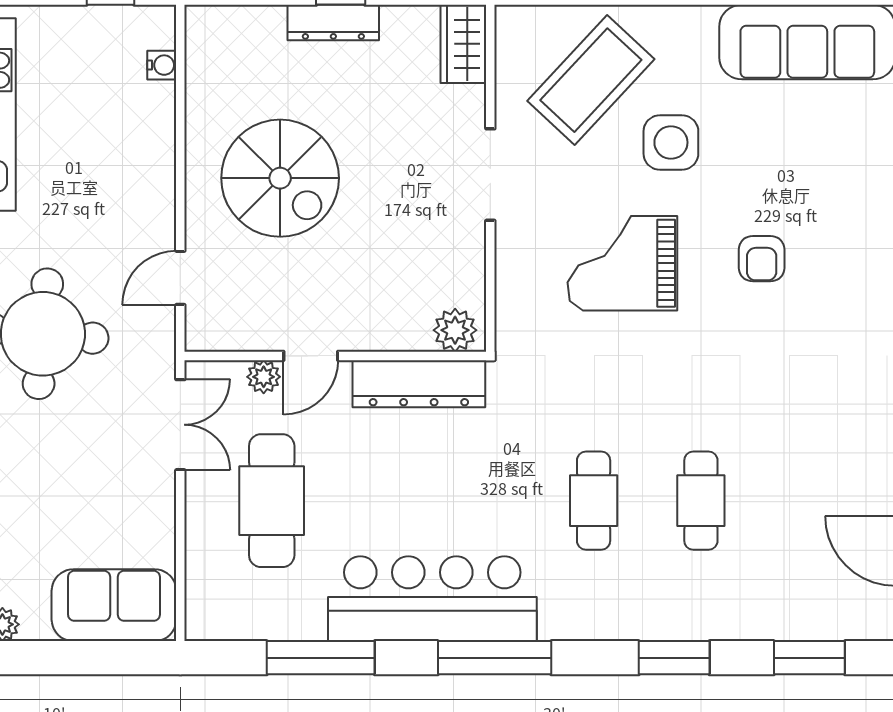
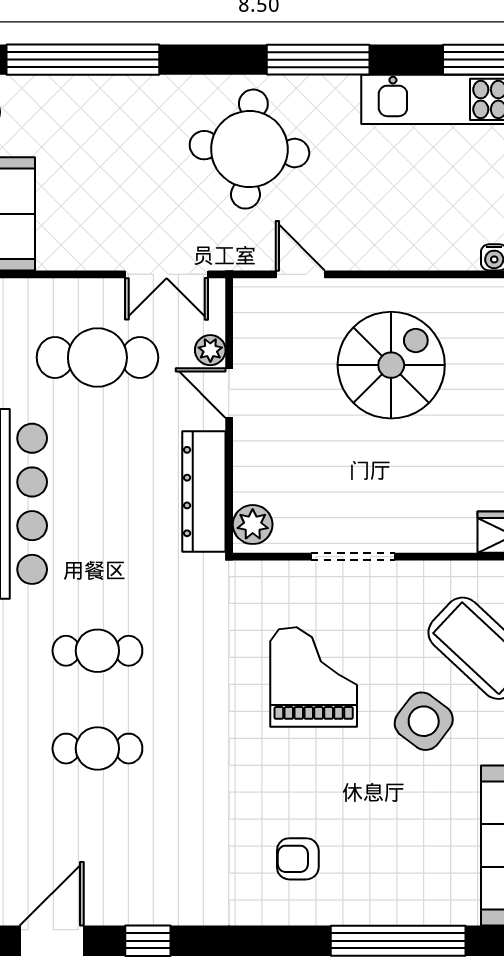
side table: (671, 142) -> (424, 721), turned 37
doorway: (490, 175) -> (353, 557), moved
spiral stairs: (280, 178) -> (391, 365), turned 180
armchair: (762, 259) -> (298, 859), moved

